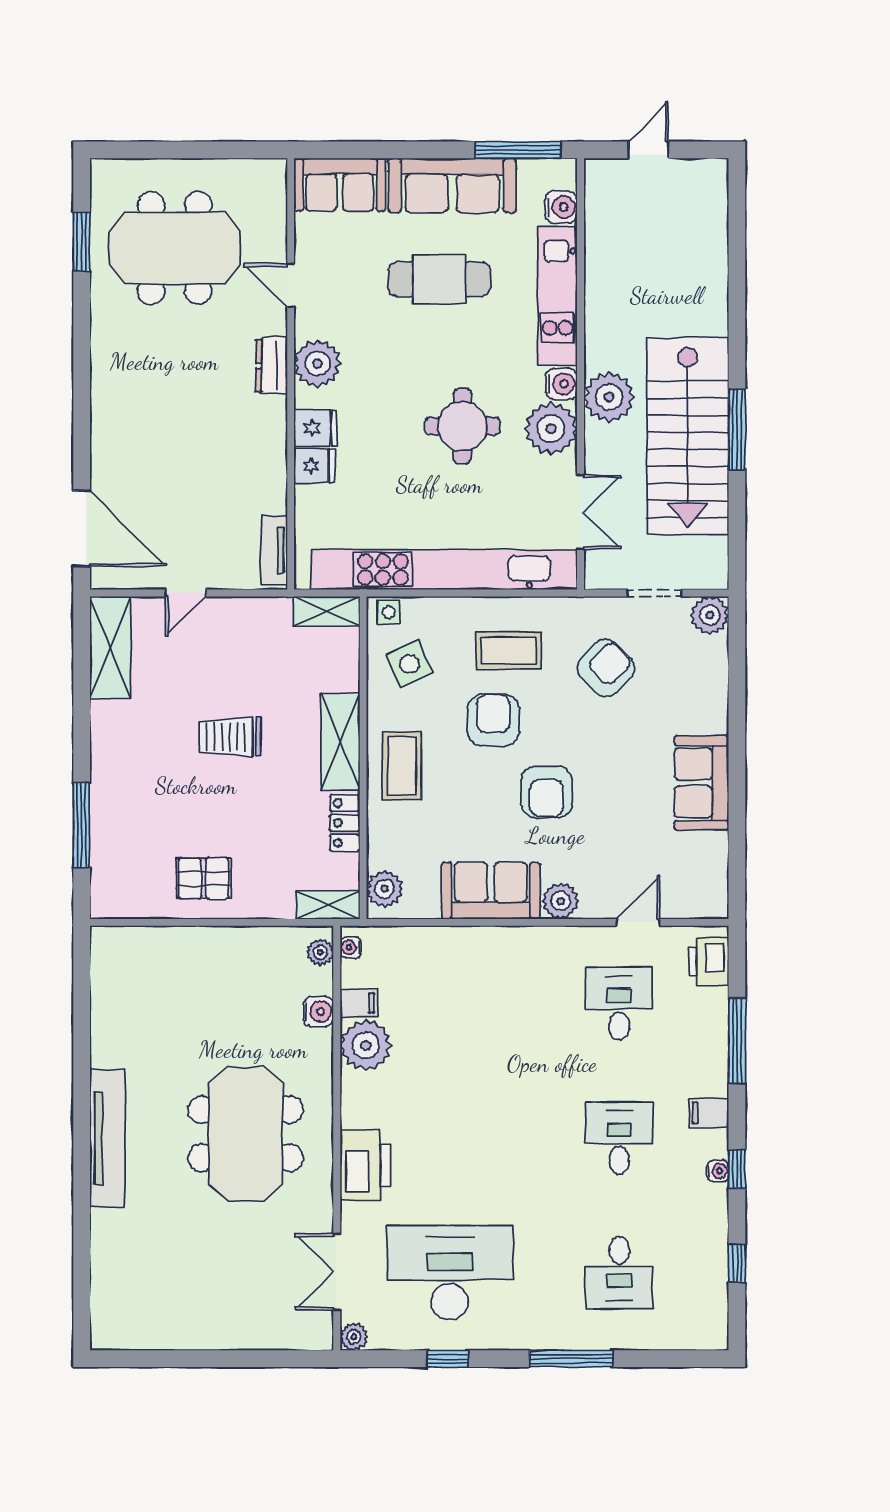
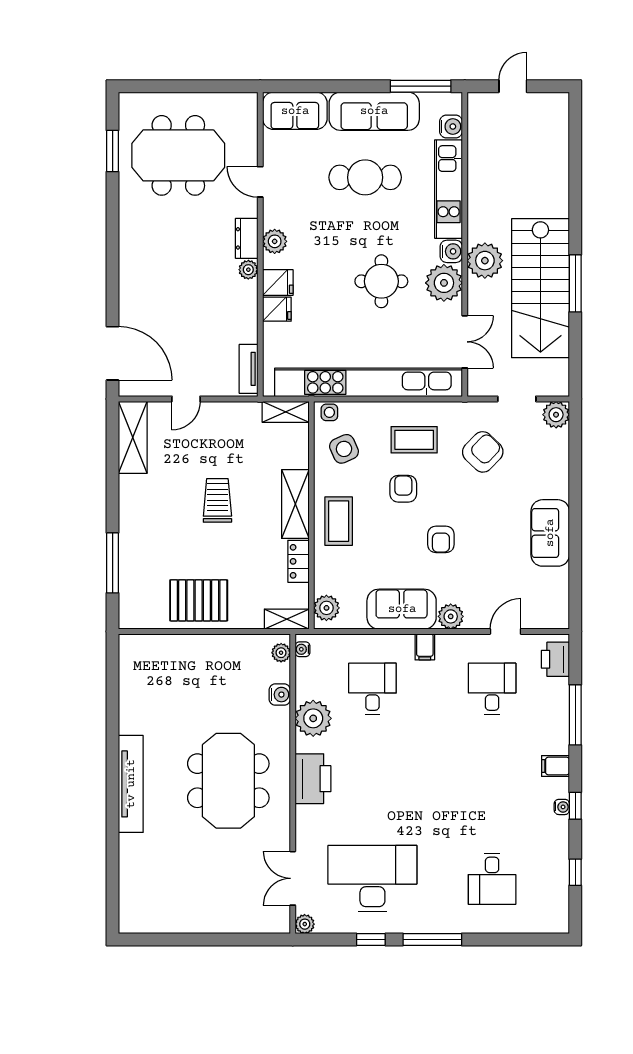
plant: (317, 363) -> (275, 241), width x0.73, depth x0.73
plant: (274, 410) -> (248, 270), added
armchair: (493, 720) -> (403, 489), width x0.72, depth x0.72
trolley: (230, 737) -> (217, 500), turned 90
armchair: (547, 792) -> (441, 539), width x0.72, depth x0.72
pallet: (203, 878) -> (199, 600), width x1.50, depth x1.42
filing cabinet: (359, 1003) -> (425, 647), moved, turned 90
desk: (619, 1138) -> (372, 689), moved
printer: (365, 1165) -> (313, 779), moved
window: (571, 1359) -> (432, 940), moved

